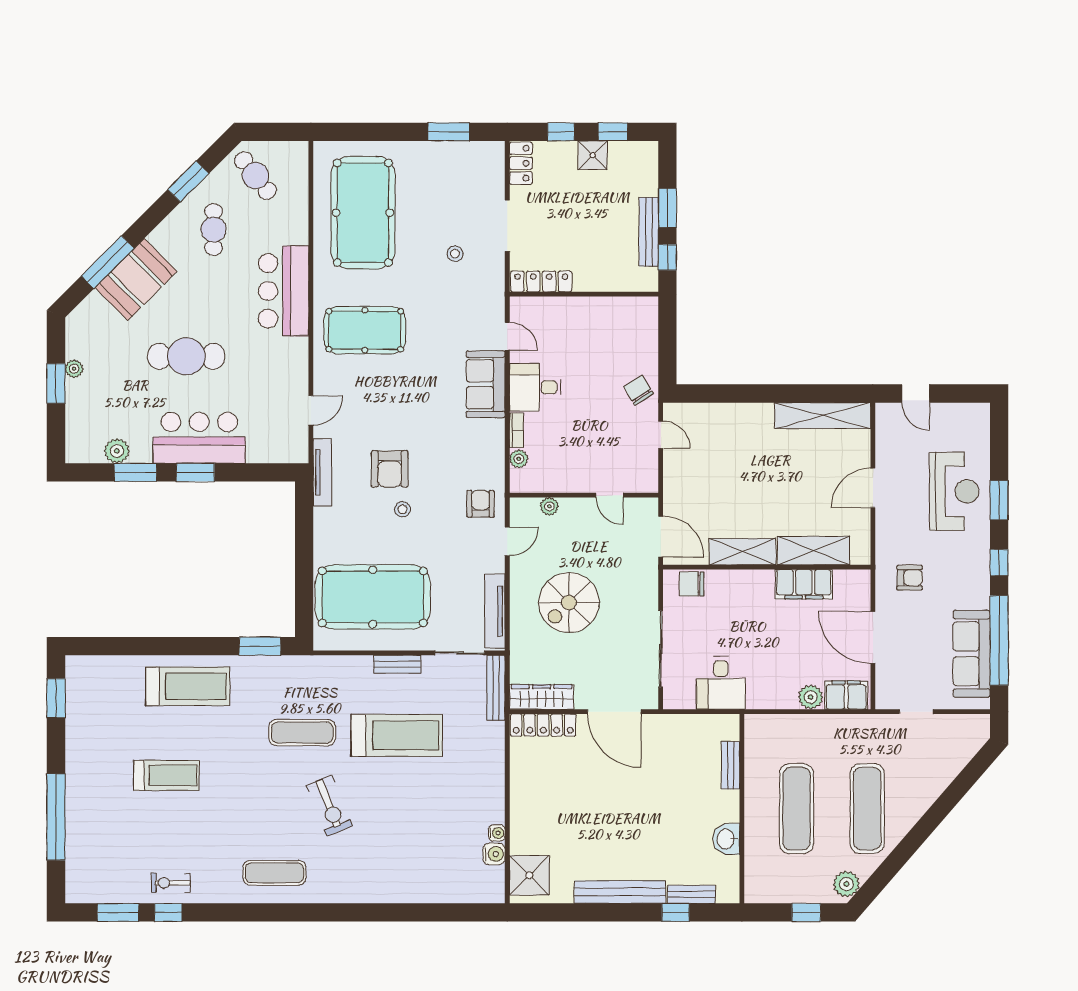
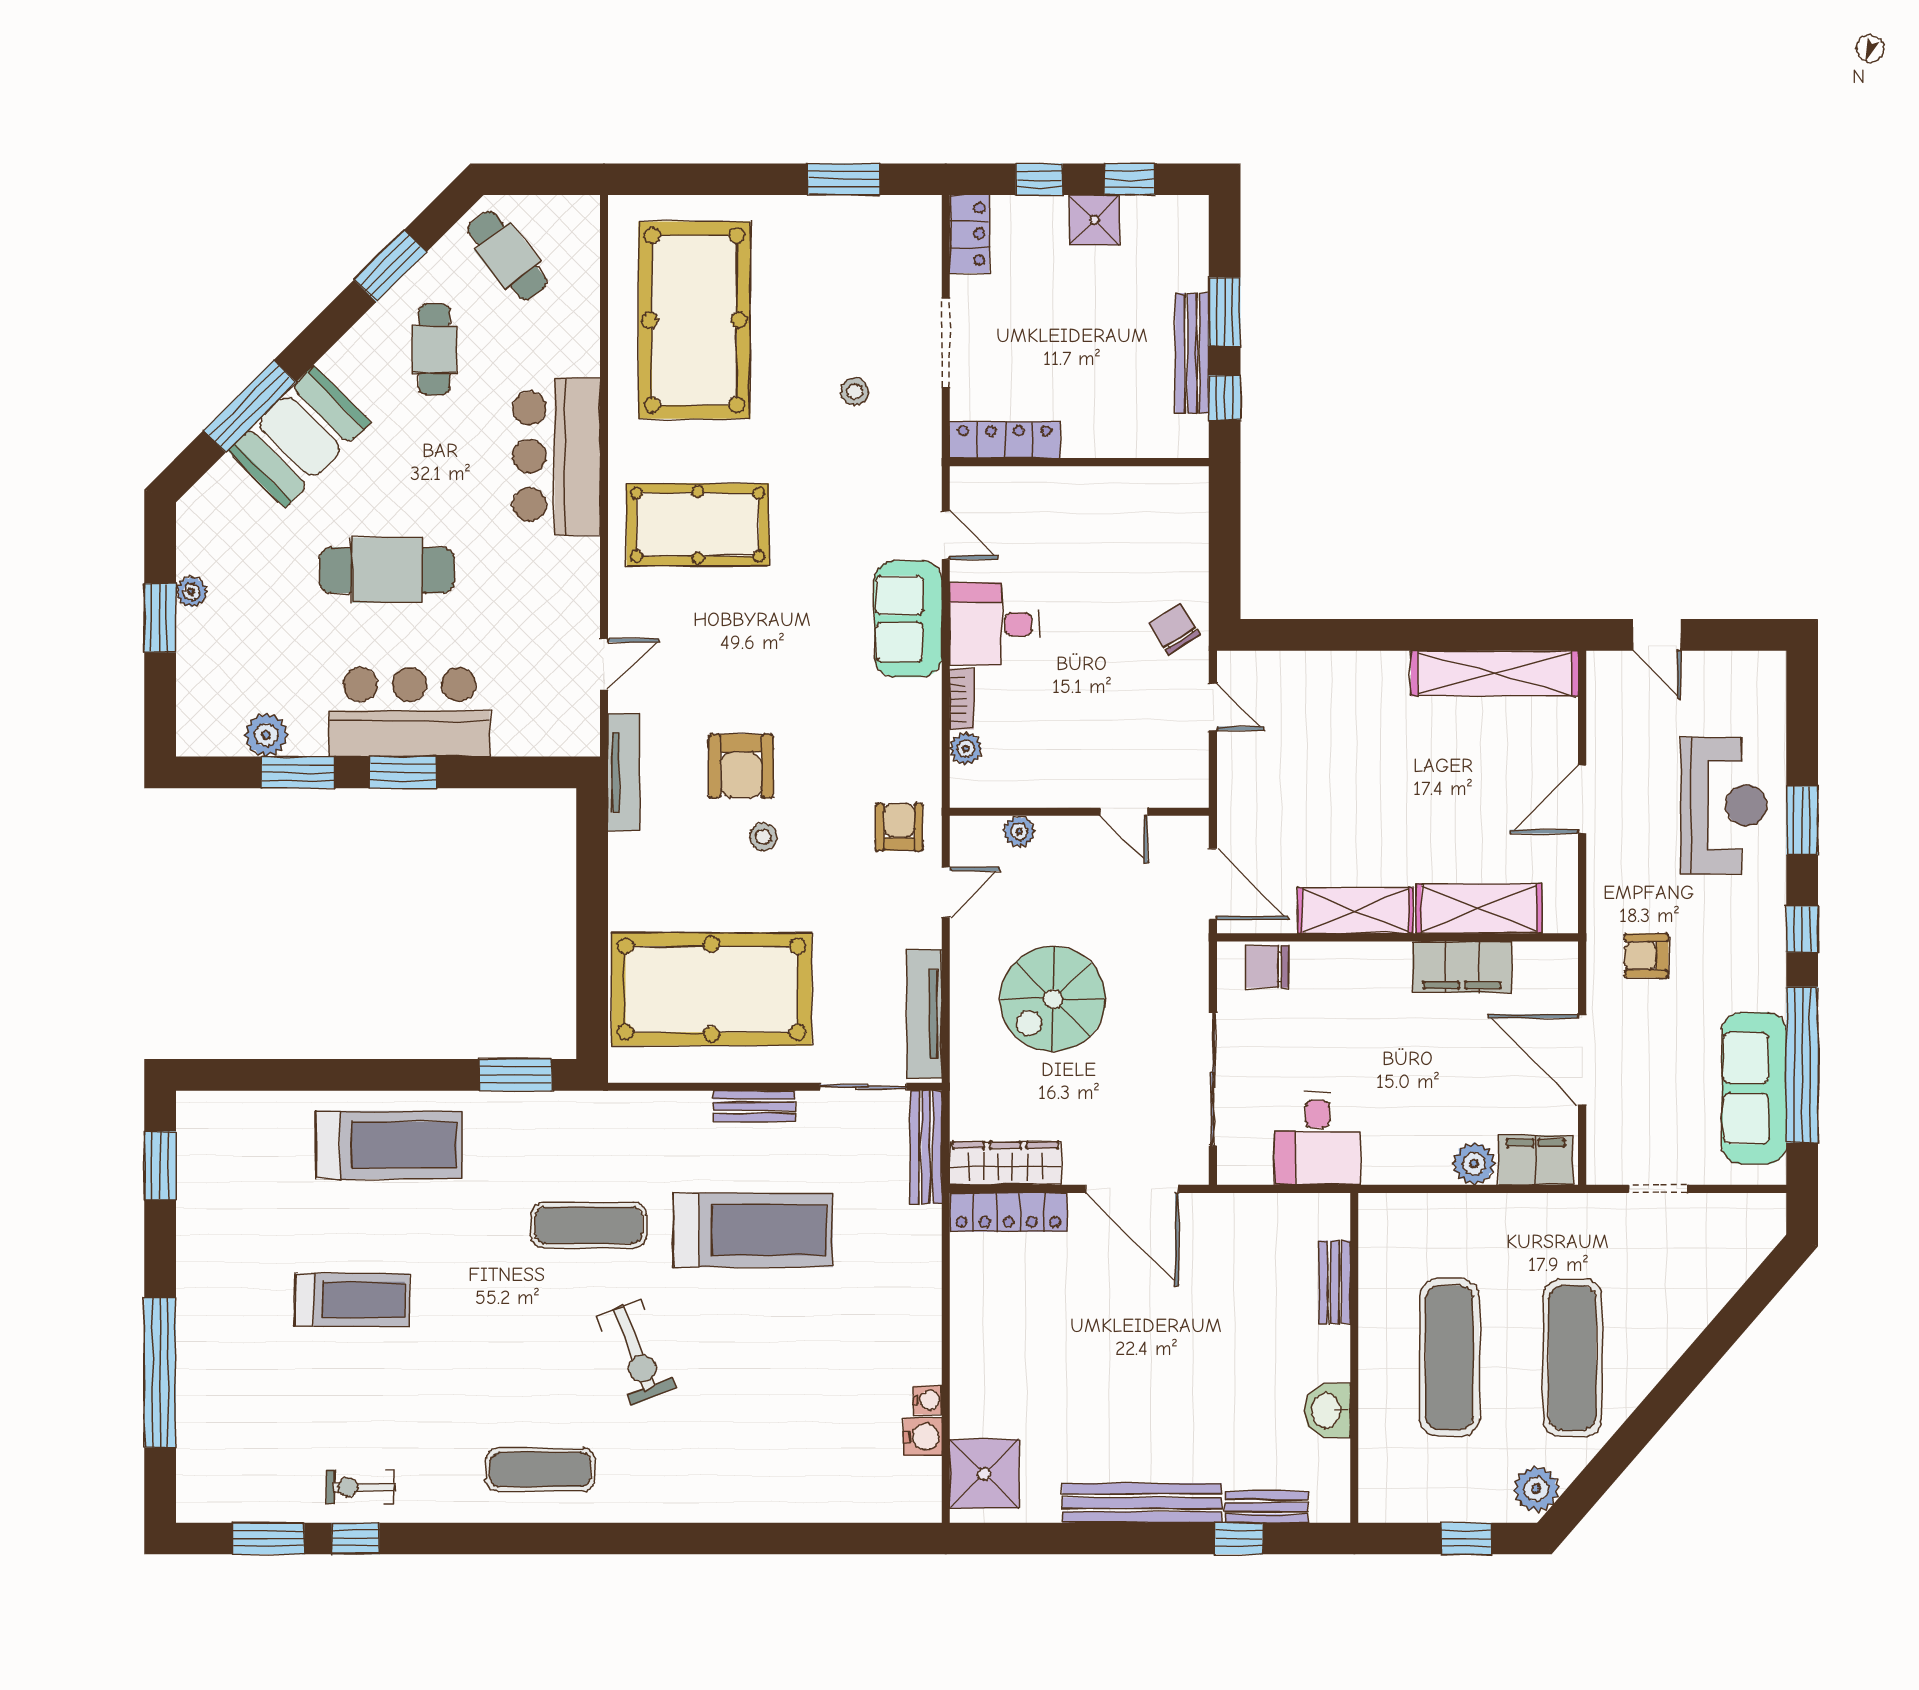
armchair: (910, 578) -> (1646, 956), turned 180

